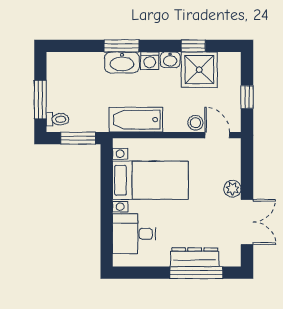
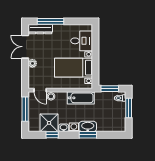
window: (247, 97) -> (25, 109), width x2.17
dresser: (195, 257) -> (40, 29), moved

